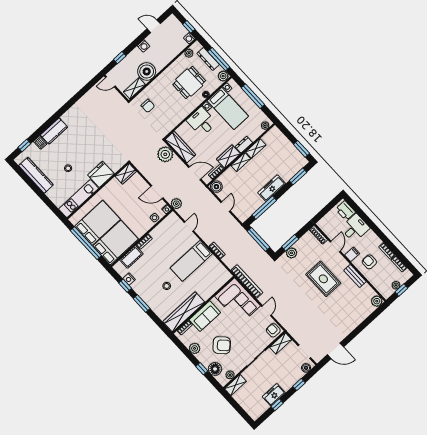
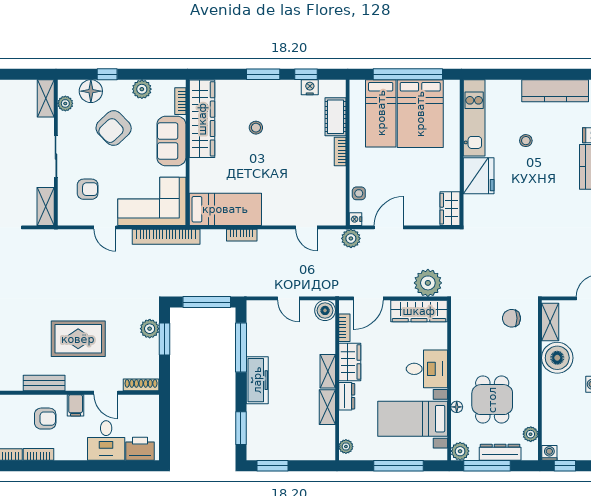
bed: (116, 243) -> (381, 113), width x0.67
bed: (191, 261) -> (225, 209), moved, turned 90
armchair: (273, 330) -> (88, 189), moved

